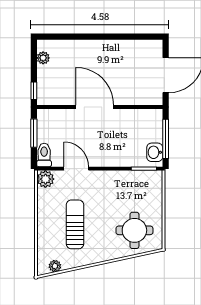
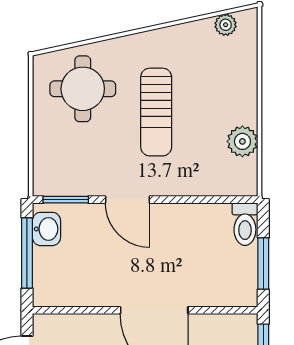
door: (76, 169) -> (128, 200), moved
plant: (45, 179) -> (242, 141), moved
sun lounger: (75, 224) -> (156, 112), moved

